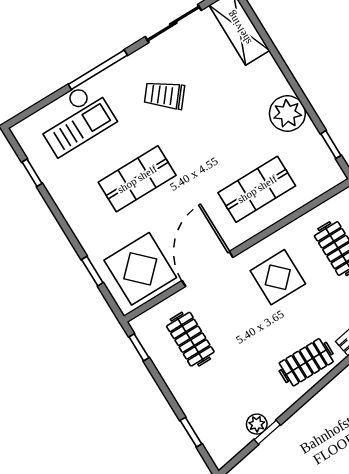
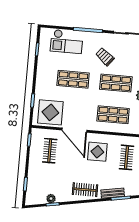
shop shelf: (219, 128) -> (116, 83), added
door: (207, 269) -> (74, 130), swing flipped

